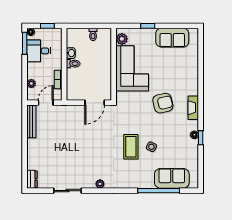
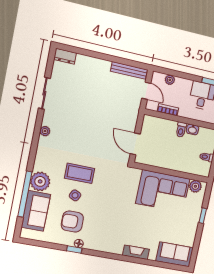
sofa: (172, 38) -> (175, 254), moved, turned 90
armchair: (163, 103) -> (72, 222), moved, turned 103
fireplace: (193, 108) -> (136, 252), moved
plant: (145, 180) -> (40, 181), added

